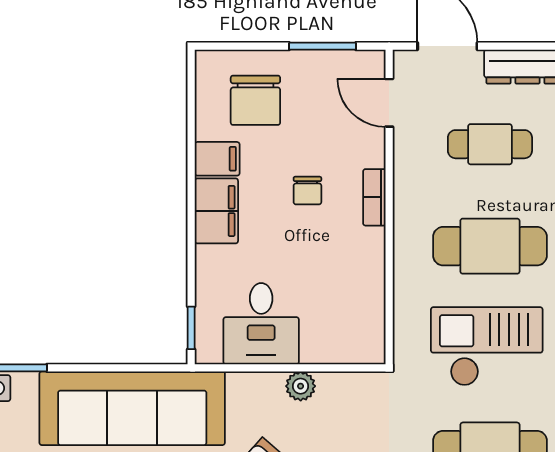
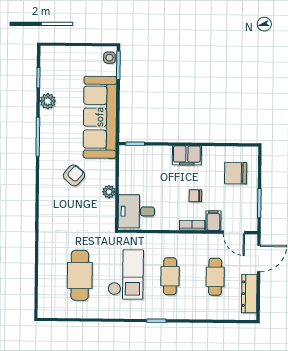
door: (389, 103) -> (234, 232), swing flipped
filing cabinet: (217, 159) -> (213, 221), moved, turned 180
cafe table: (490, 246) -> (170, 276), width x0.73, depth x0.74
desk: (261, 324) -> (136, 211), moved

